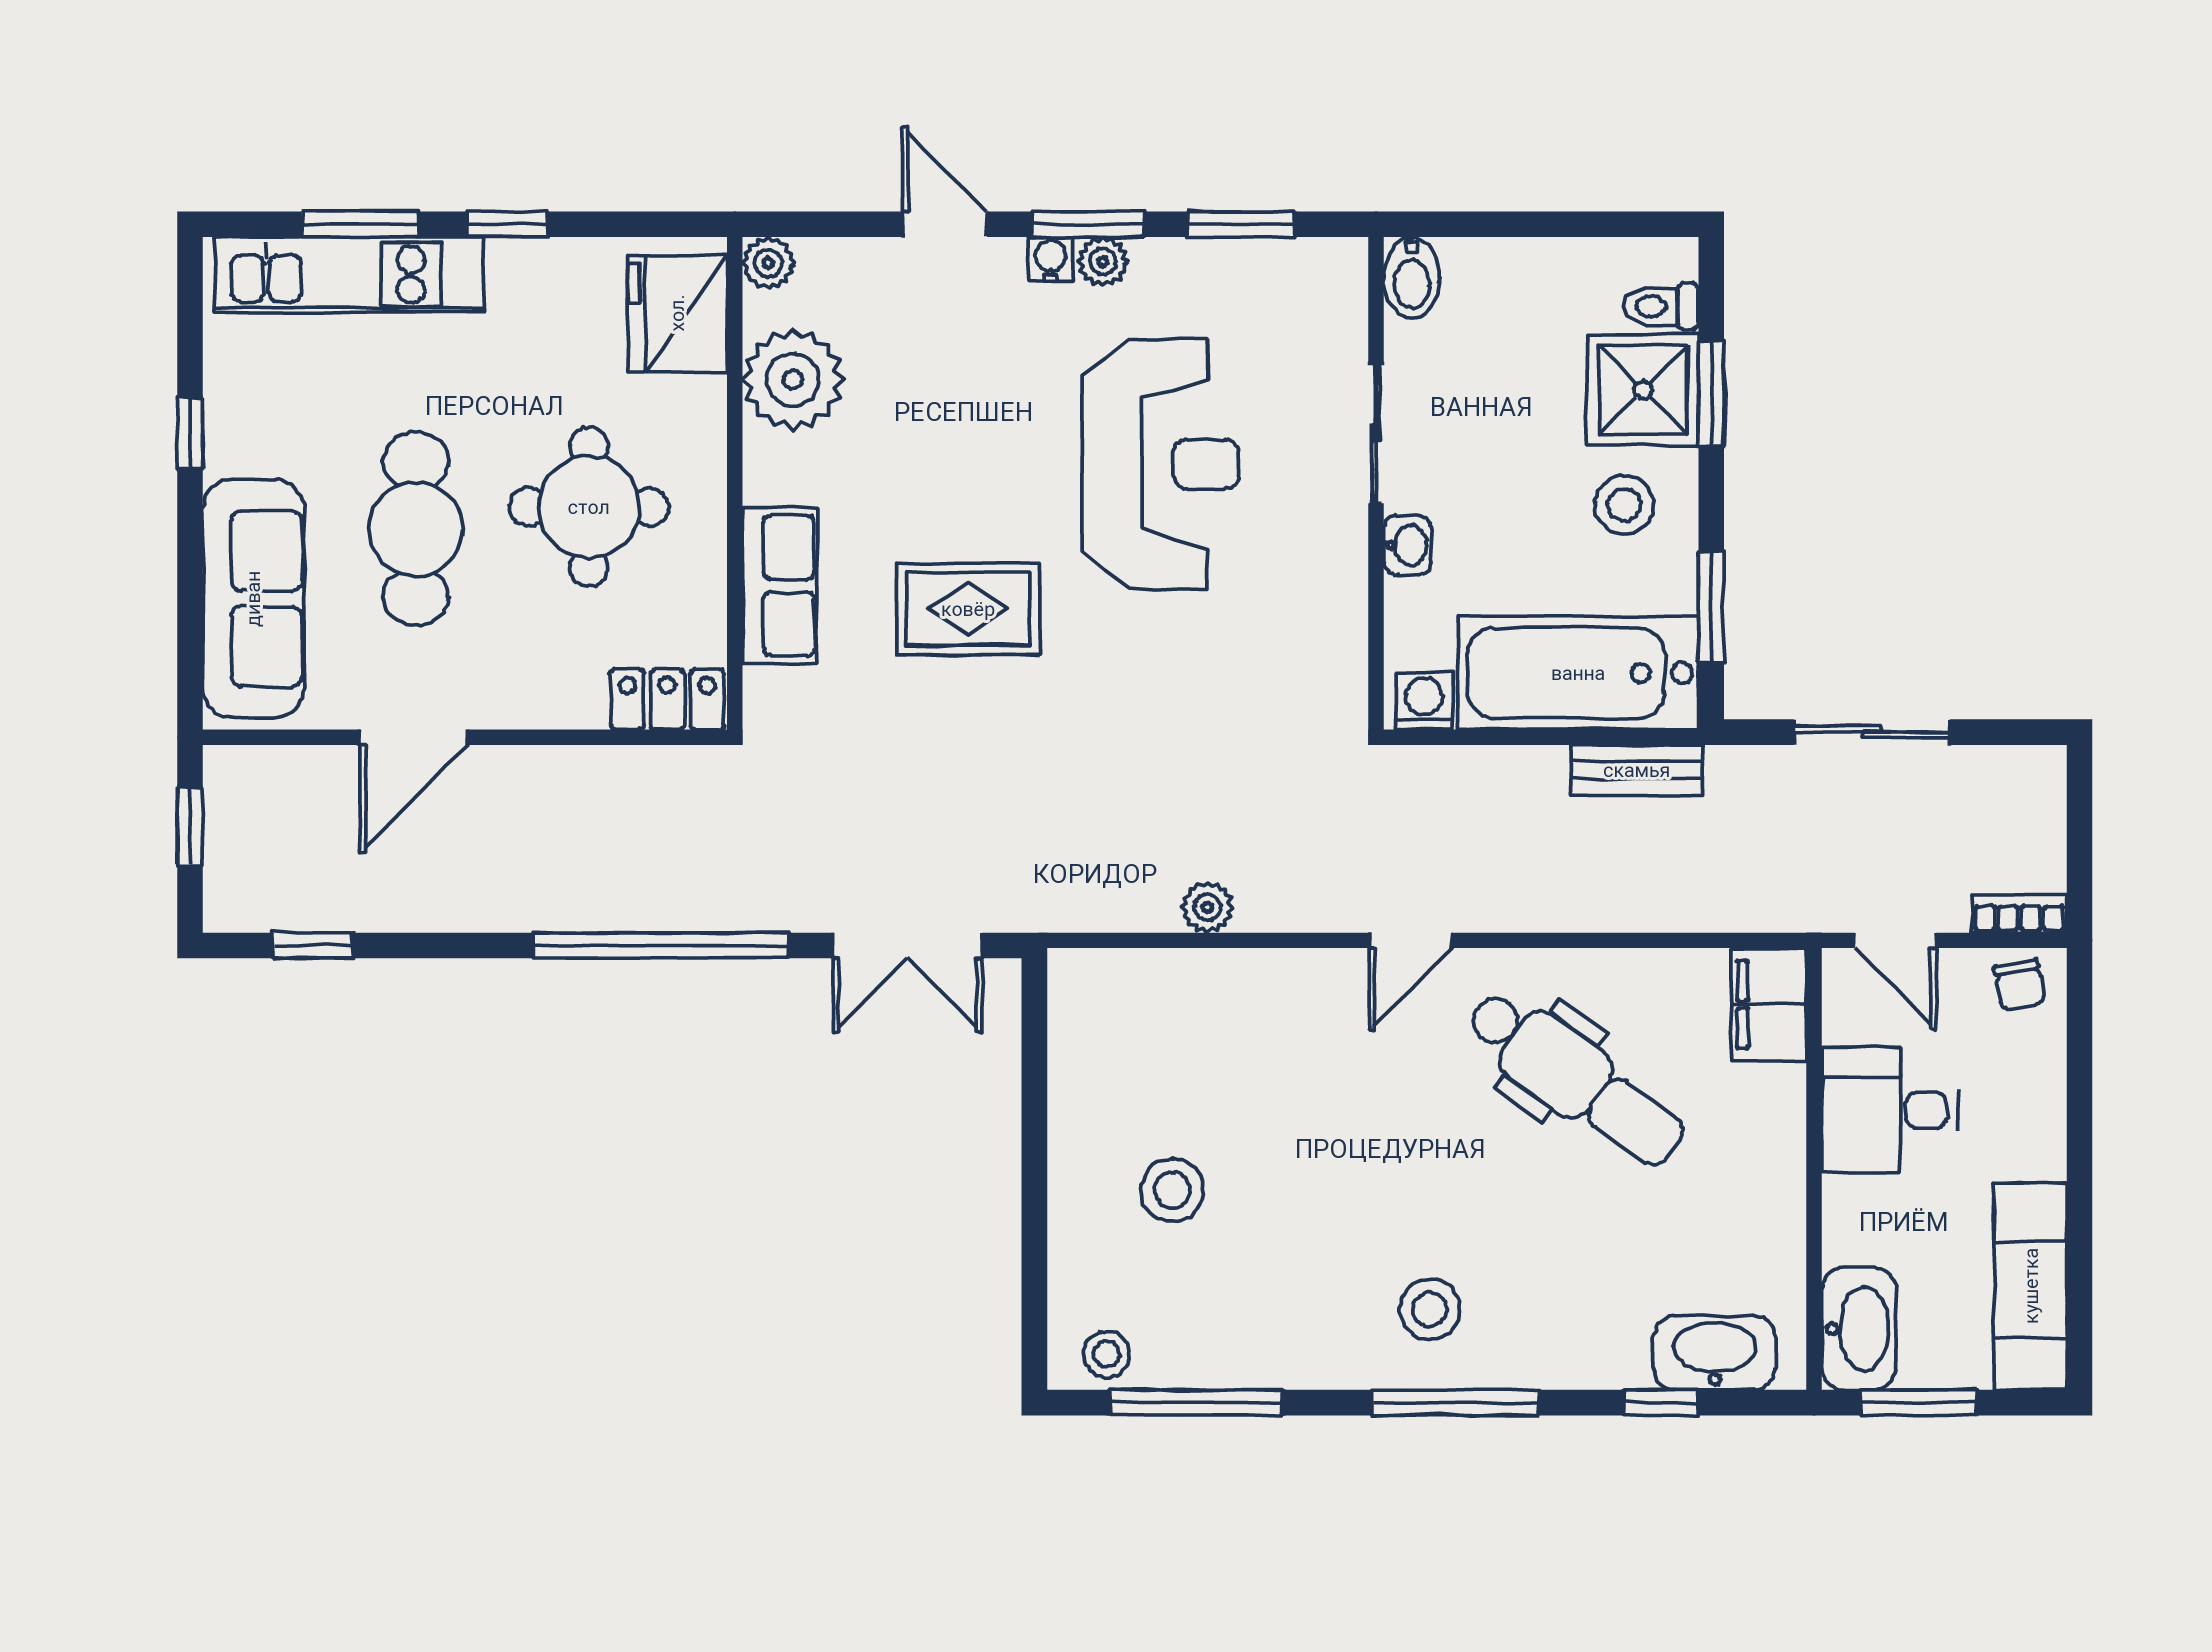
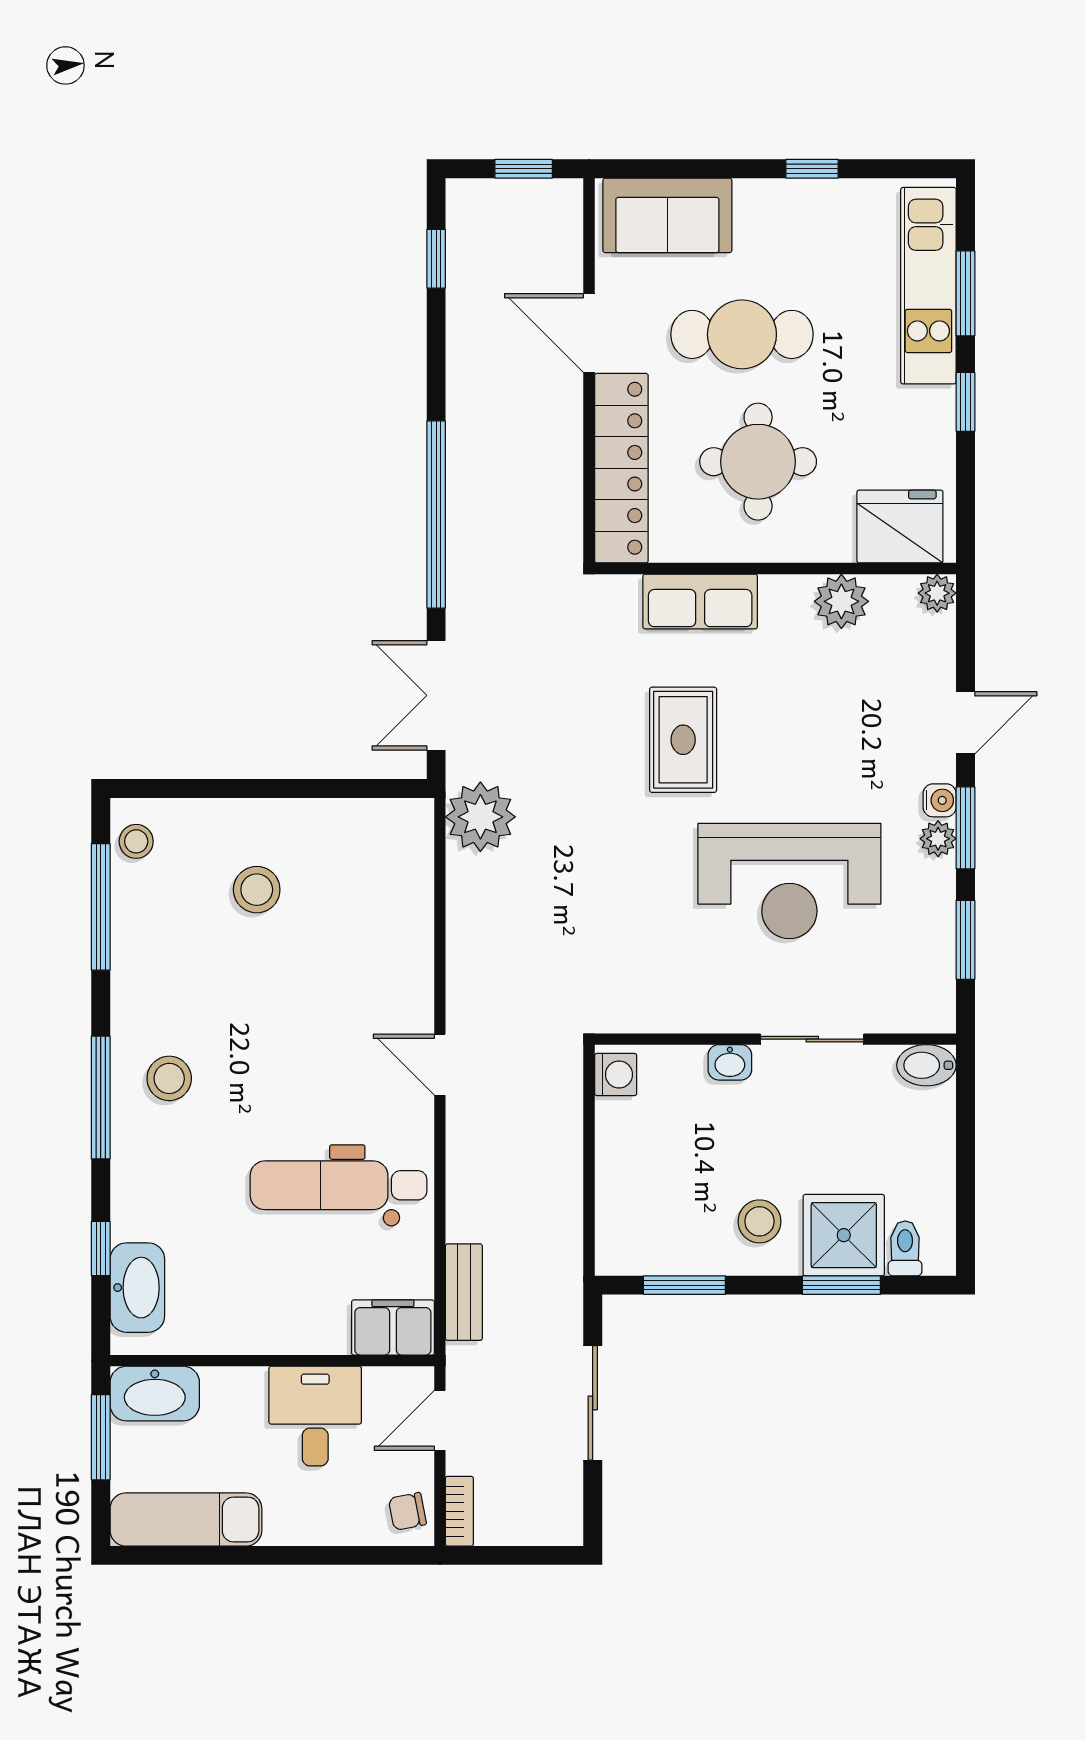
plant: (793, 380) -> (841, 601), width x0.73, depth x0.73
sofa: (253, 599) -> (667, 215), width x0.73
bathtub: (1578, 673) -> (636, 1188), removed
locker: (667, 699) -> (621, 468), width x2.16, depth x1.21
bench: (1637, 770) -> (464, 1292), moved
plant: (1207, 907) -> (480, 817), moved, width x1.87, depth x1.87
dental chair: (1575, 1079) -> (338, 1185), turned 54

